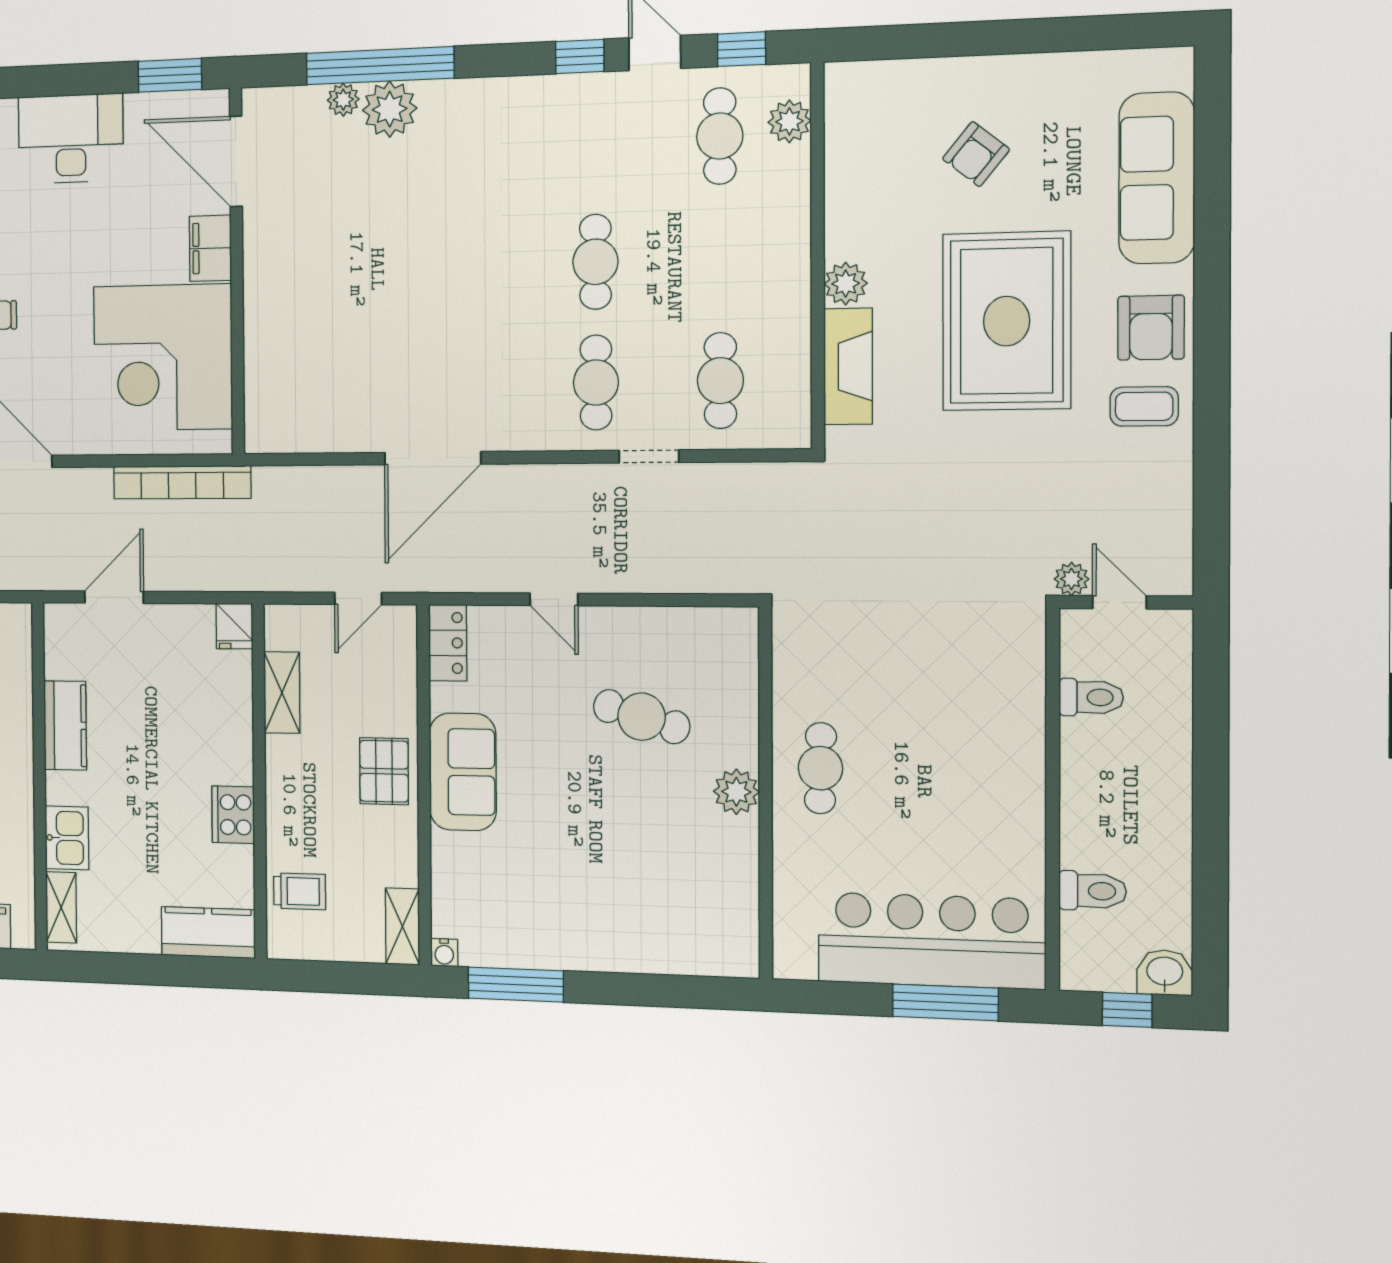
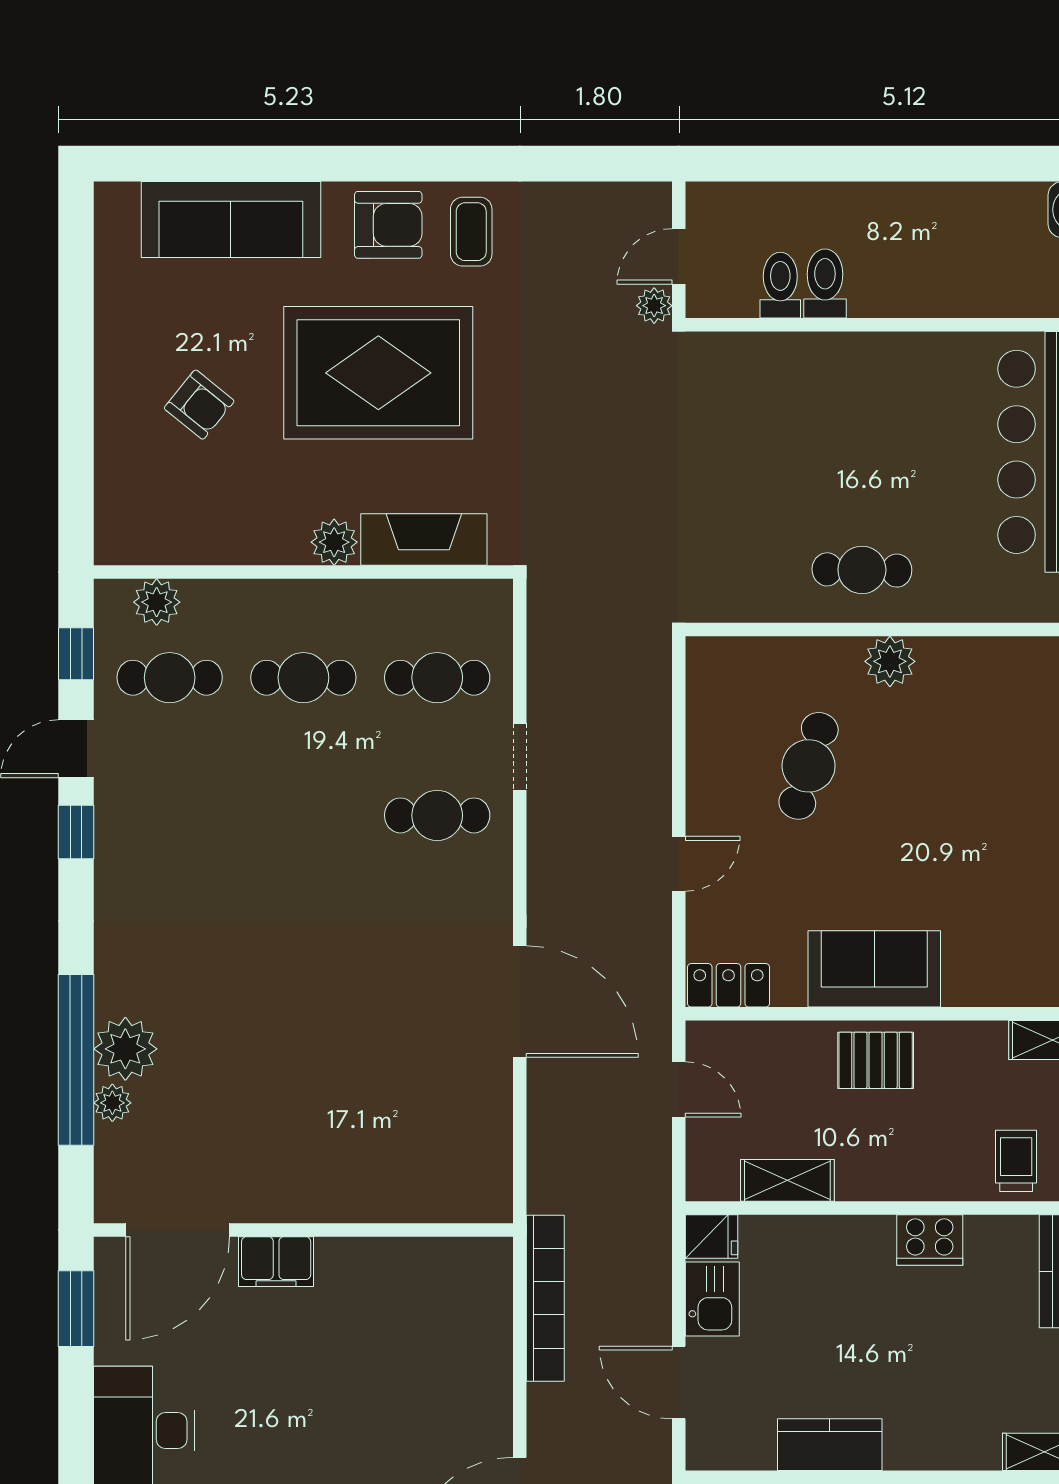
cafe table: (595, 262) -> (303, 678), moved
corner desk: (163, 357) -> (401, 1320), removed
kitchen sink: (67, 838) -> (712, 1299), moved, turned 90
toilet: (1093, 891) -> (825, 283), moved

